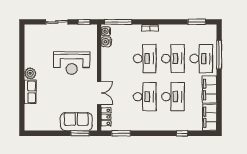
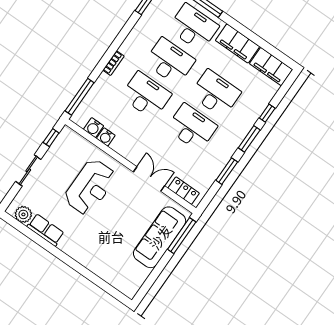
water cooler: (106, 31) -> (106, 137), moved
plant: (30, 73) -> (23, 214), moved
row of seats: (30, 92) -> (46, 230), moved
sofa: (76, 122) -> (160, 237), width x1.36
window: (80, 133) -> (182, 236), width x1.44
window: (121, 133) -> (227, 171), moved
window: (161, 133) -> (249, 139), added

